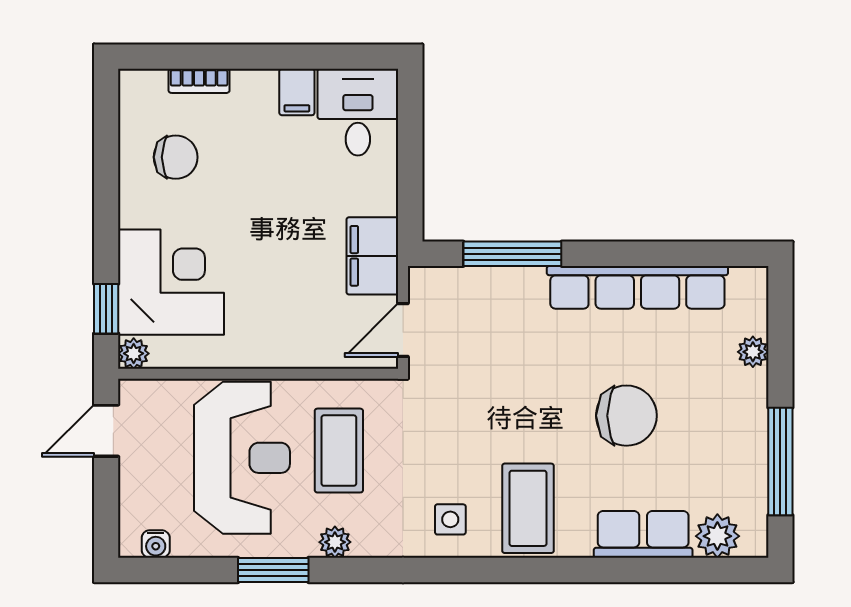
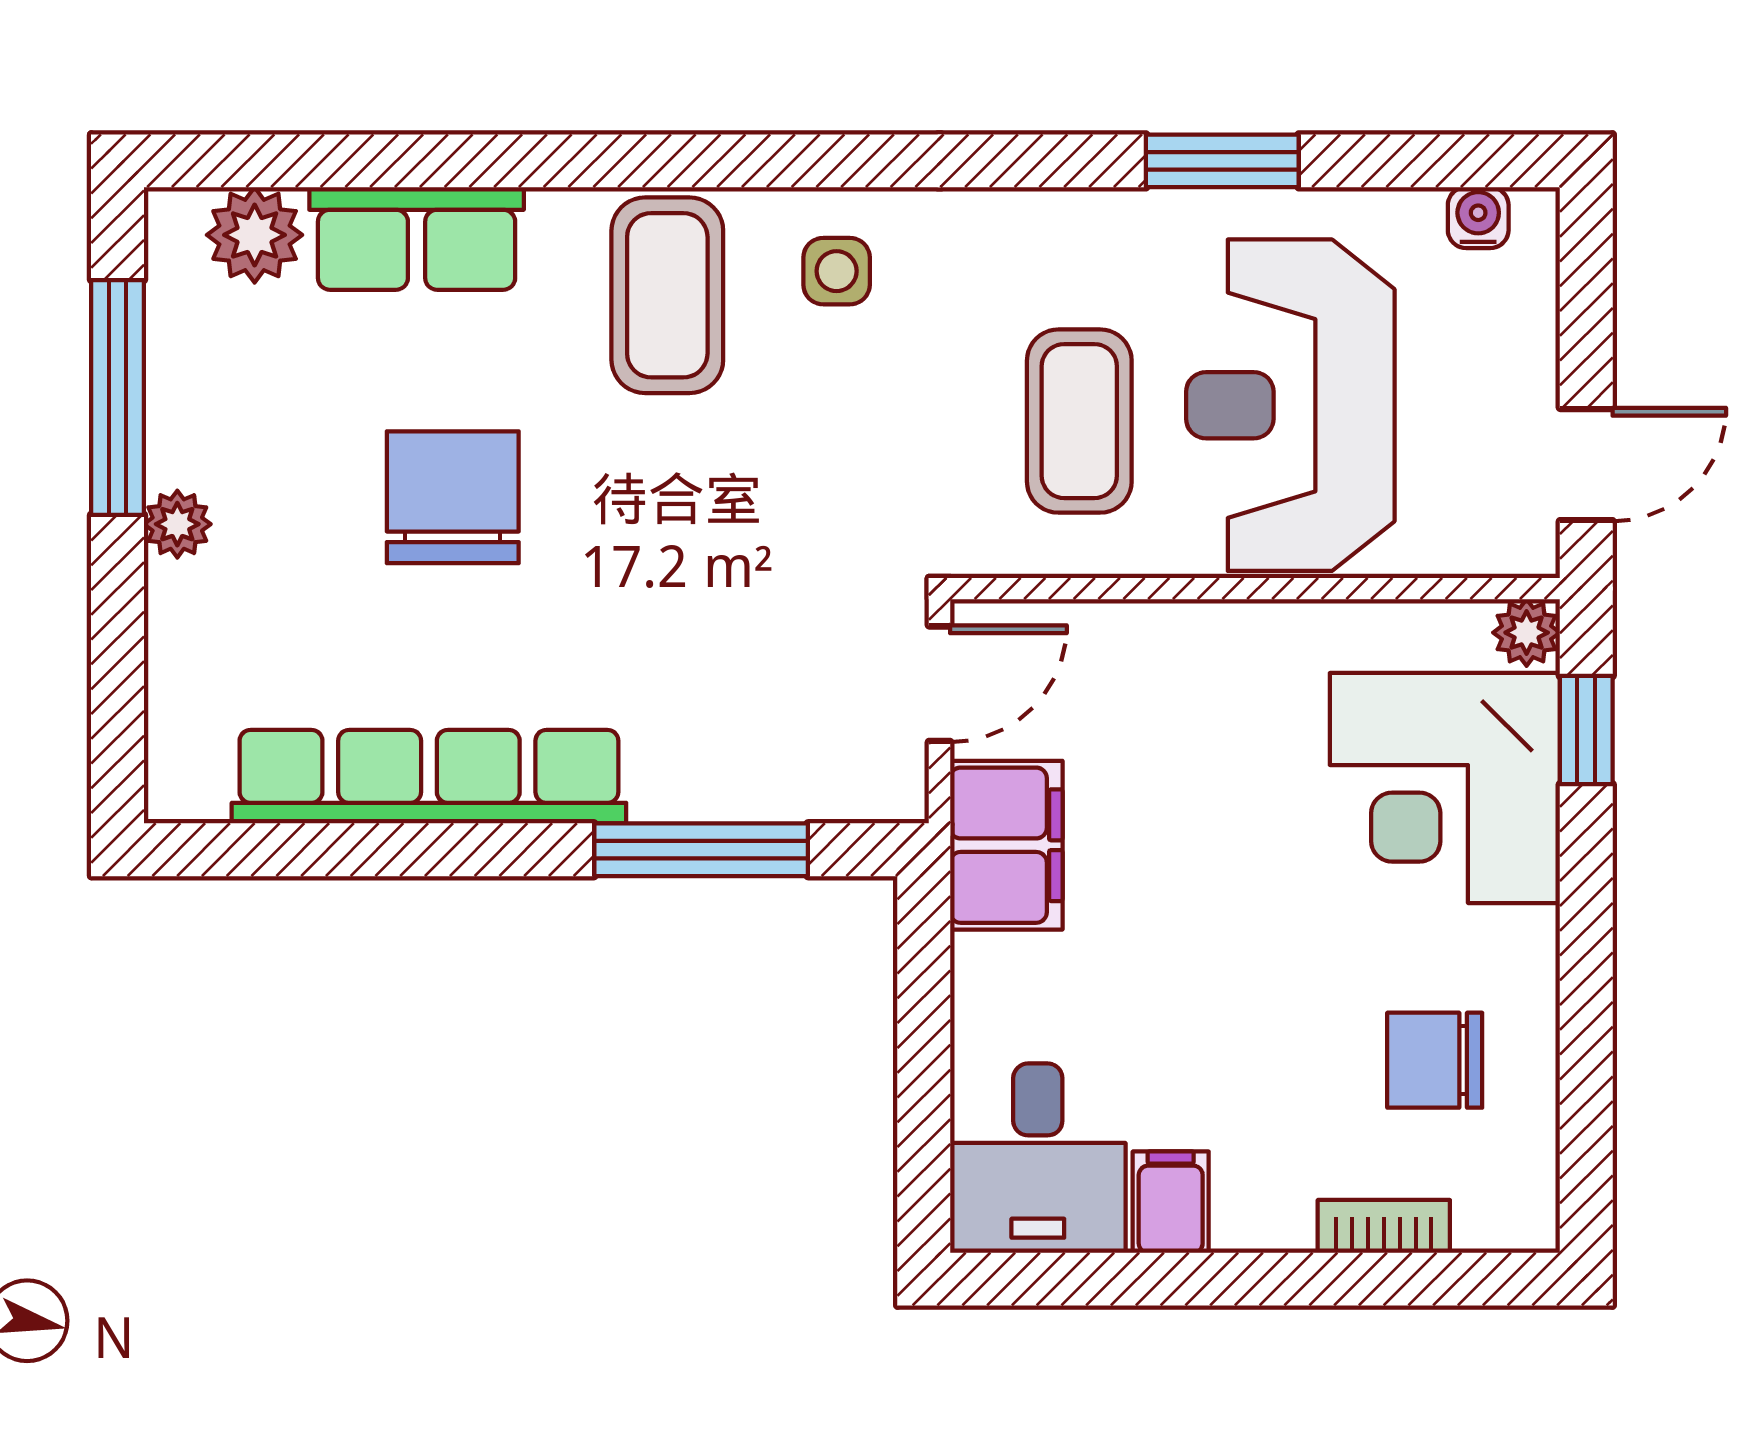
plant: (753, 352) -> (177, 524), moved
chair: (626, 416) -> (453, 497), turned 90
plant: (335, 542) -> (1088, 222), removed

